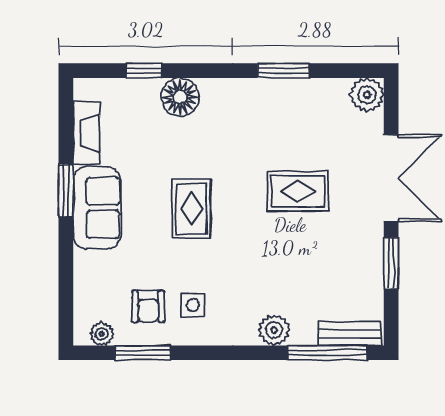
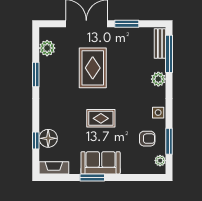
plant: (367, 95) -> (47, 48), moved
floor lamp: (180, 97) -> (48, 138), moved
fireplace: (86, 133) -> (54, 168), moved
rug: (298, 191) -> (93, 68), width x1.36, depth x1.43
side table: (193, 305) -> (158, 113), moved

